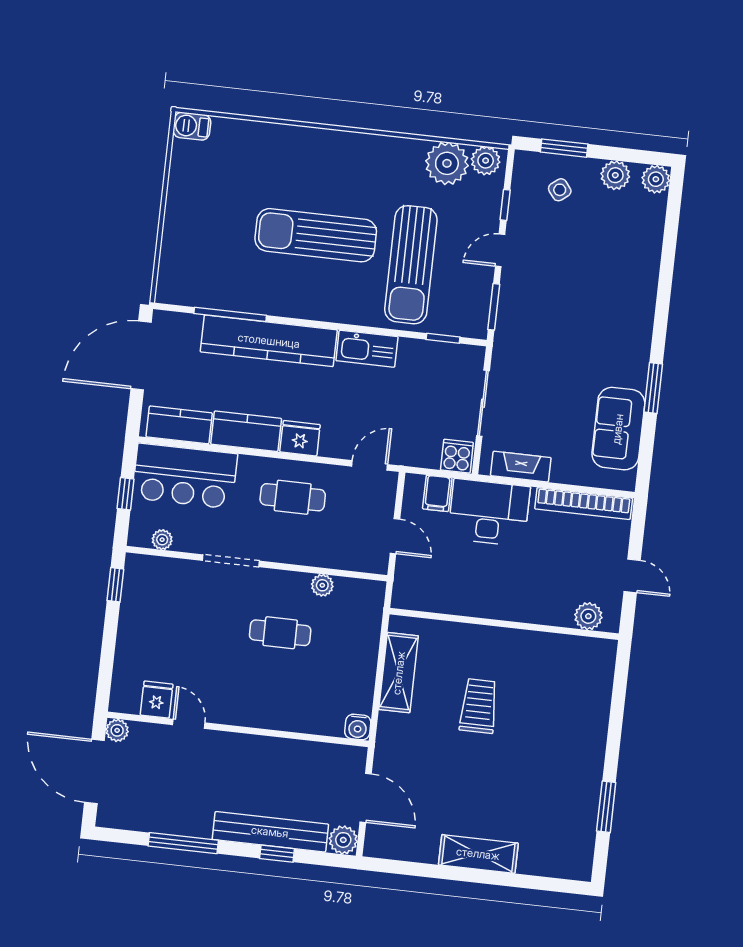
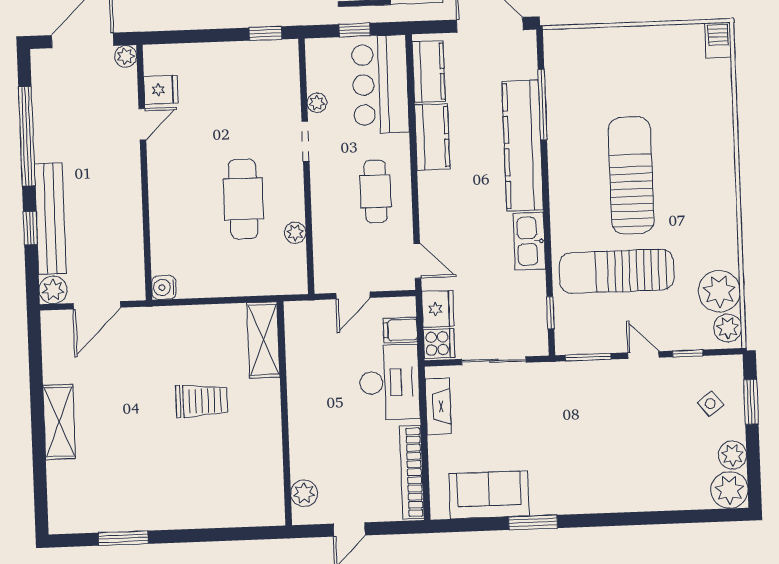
plant: (656, 179) -> (729, 490), width x1.36, depth x1.36
fridge: (300, 438) -> (438, 309), moved
plant: (162, 540) -> (317, 103), moved
doorway: (231, 561) -> (305, 141), width x0.73
cafe table: (280, 633) -> (243, 199), width x1.37, depth x1.35
shelving: (399, 673) -> (263, 340), moved, turned 90
window: (183, 843) -> (27, 136), width x1.46

